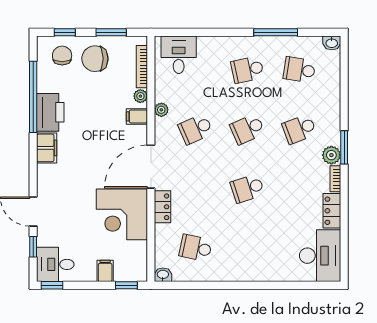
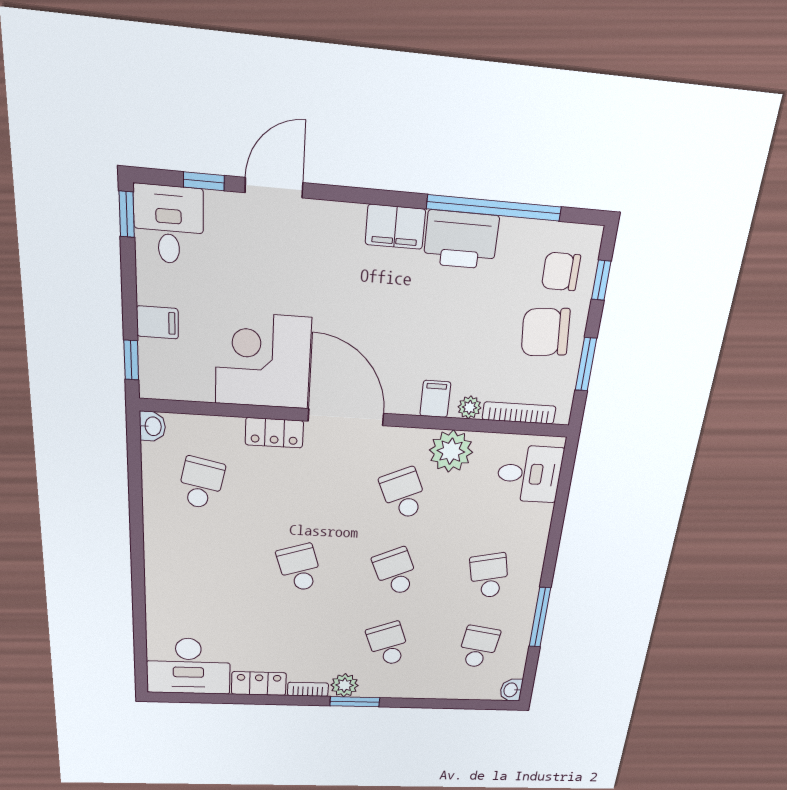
chair: (62, 56) -> (561, 272), turned 180
chair: (95, 59) -> (546, 332), turned -95
plant: (161, 110) -> (451, 451), width x1.88, depth x1.88

